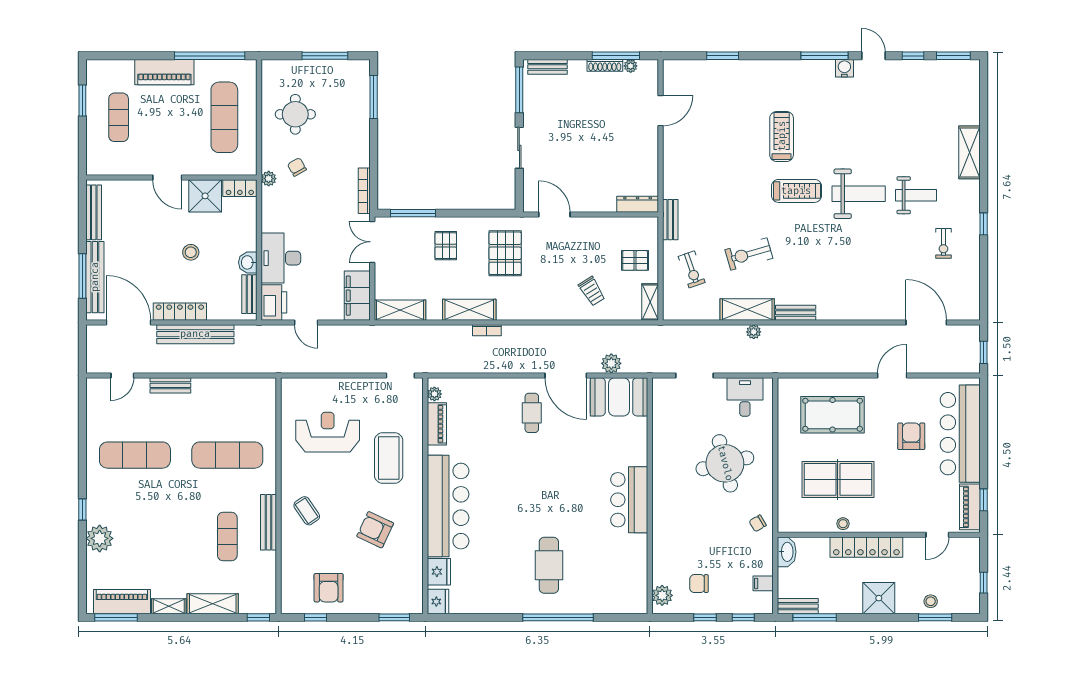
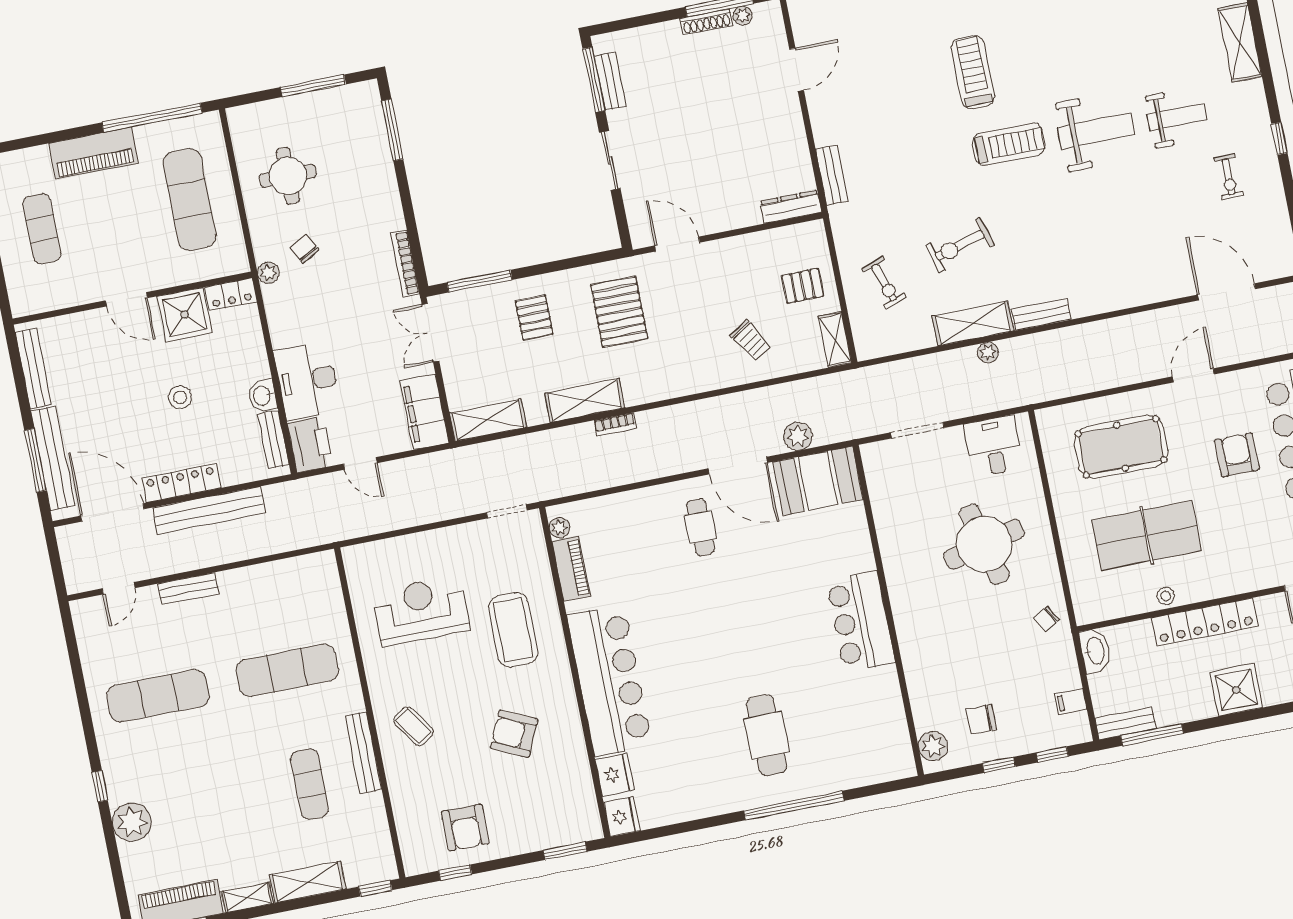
bench: (548, 67) -> (610, 81), moved, turned 90
bench: (670, 220) -> (832, 175), moved

